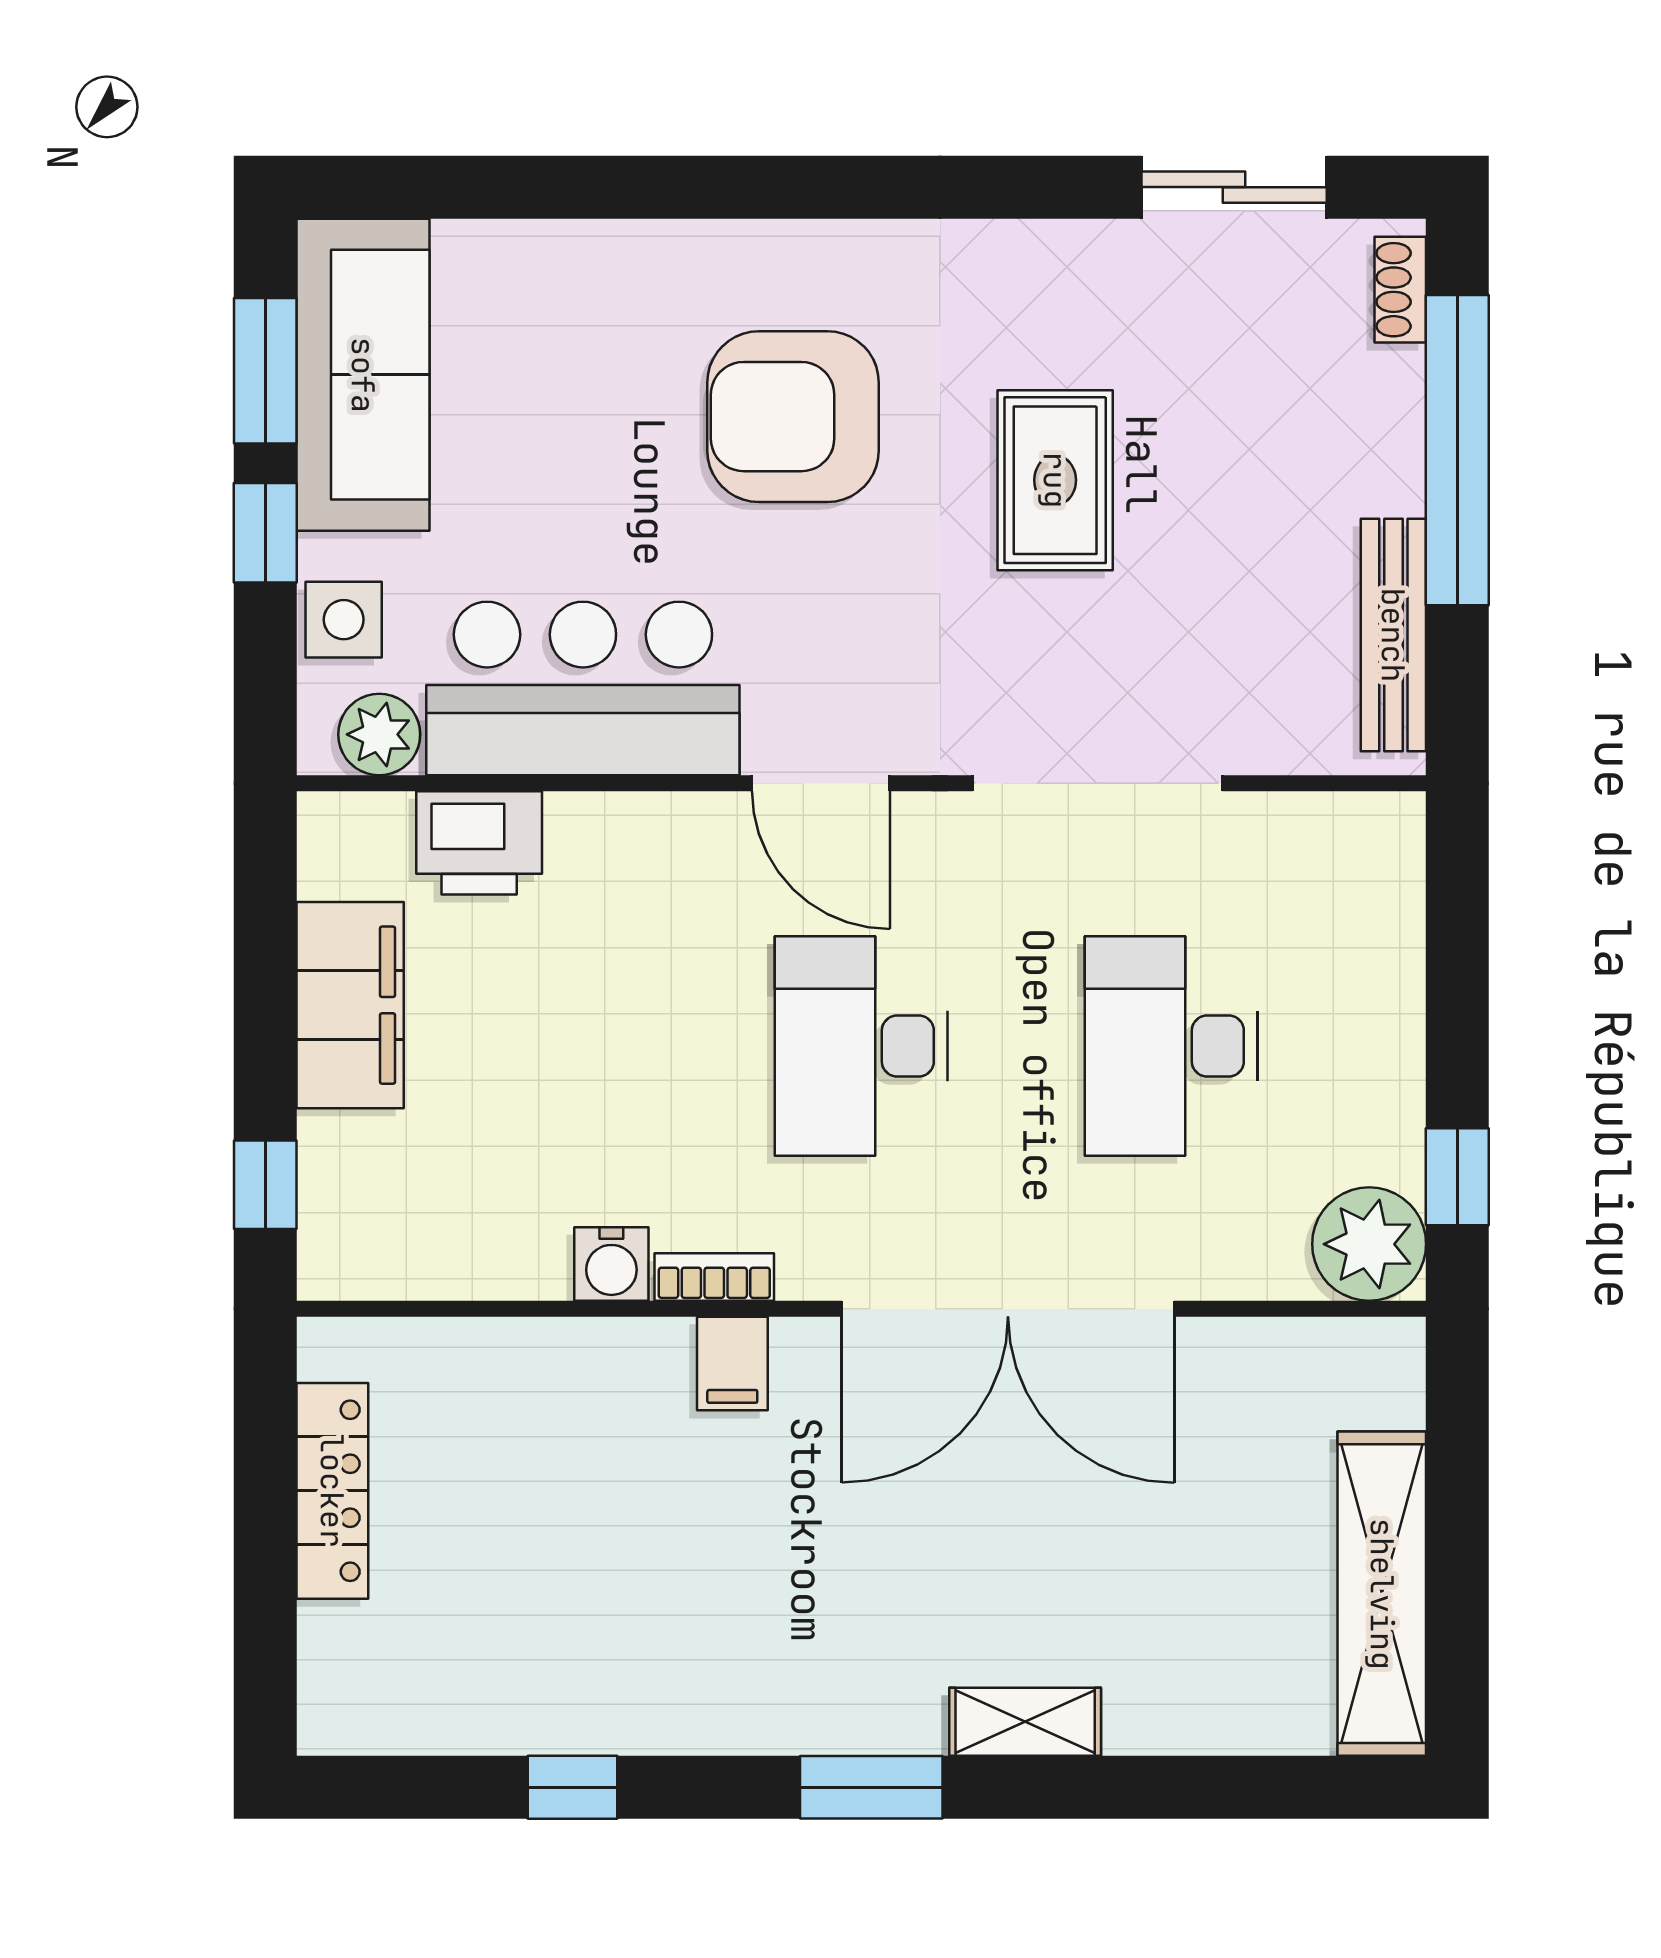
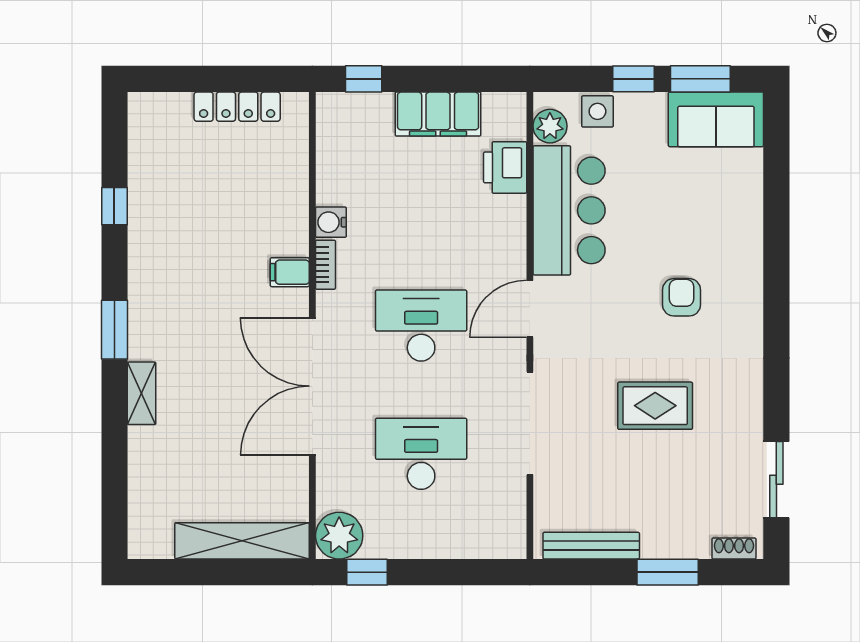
sofa: (363, 375) -> (716, 119), width x0.73
armchair: (793, 417) -> (681, 297), width x0.53, depth x0.53
window: (1457, 450) -> (668, 572), width x0.47
shelving: (1382, 1594) -> (242, 541), moved

